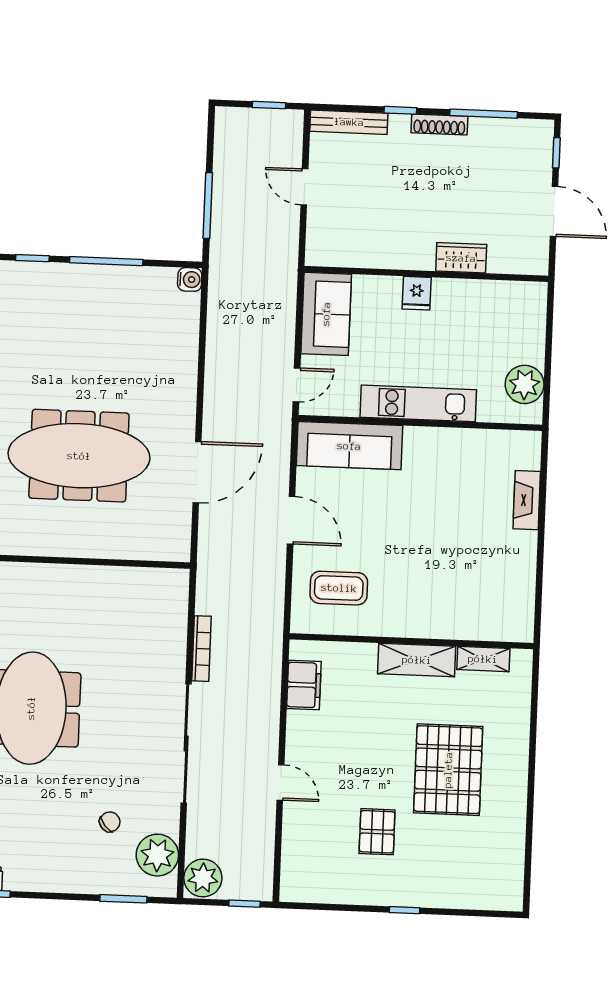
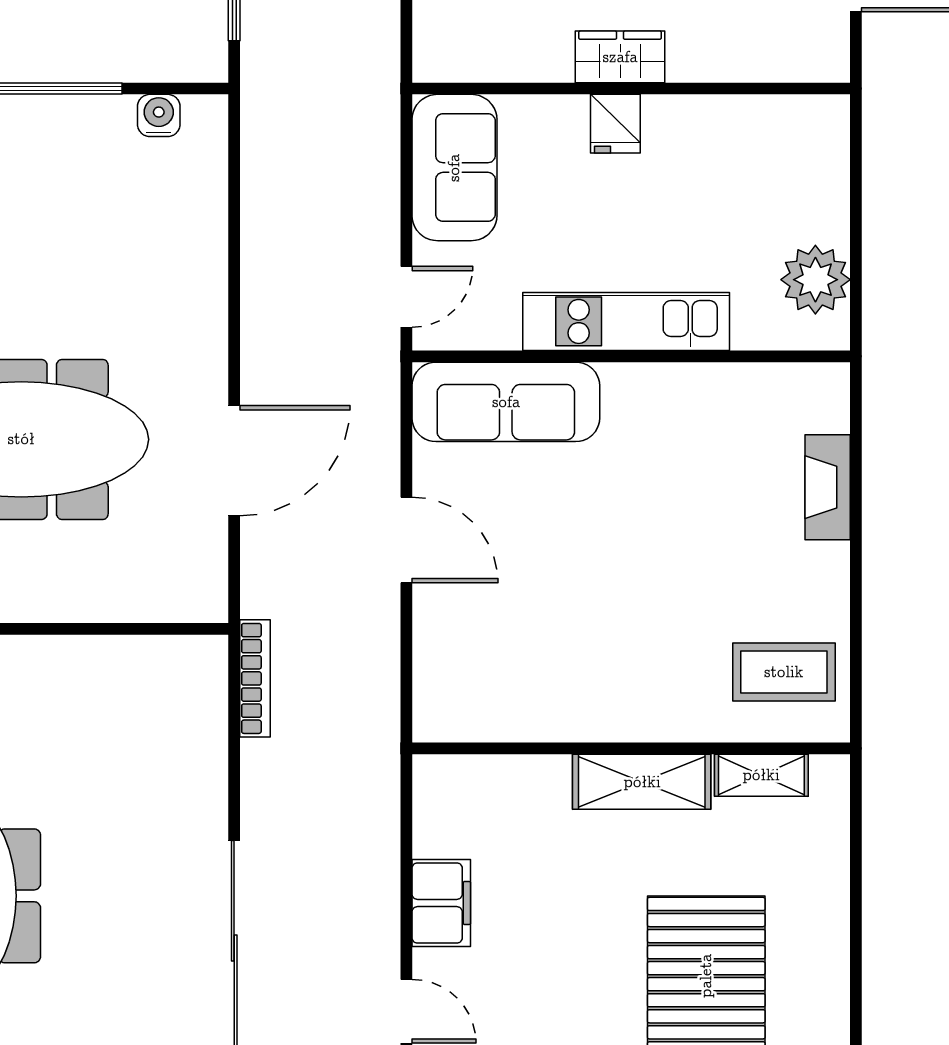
wardrobe: (461, 258) -> (620, 57), moved
water cooler: (190, 279) -> (159, 115), moved, turned -90
coffee table: (339, 588) -> (784, 672), moved
bookcase: (202, 649) -> (255, 678), moved
filing cabinet: (304, 685) -> (441, 903), moved

